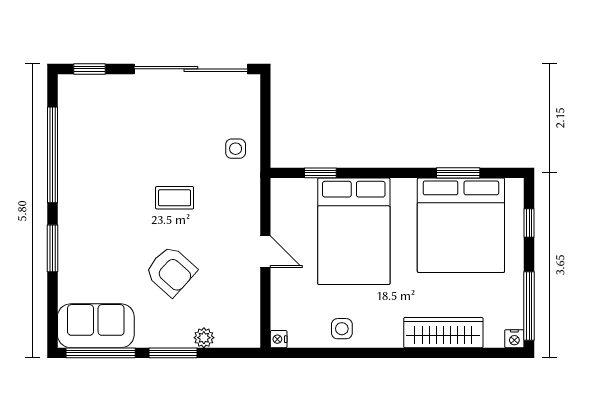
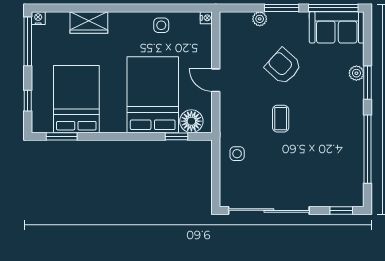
window: (458, 173) -> (62, 136), moved
floor lamp: (300, 194) -> (191, 121), added
coffee table: (175, 198) -> (281, 119), turned 90
bed: (461, 225) -> (76, 99), width x0.73
plant: (68, 262) -> (356, 73), added
wardrobe: (443, 333) -> (89, 22), width x0.67

